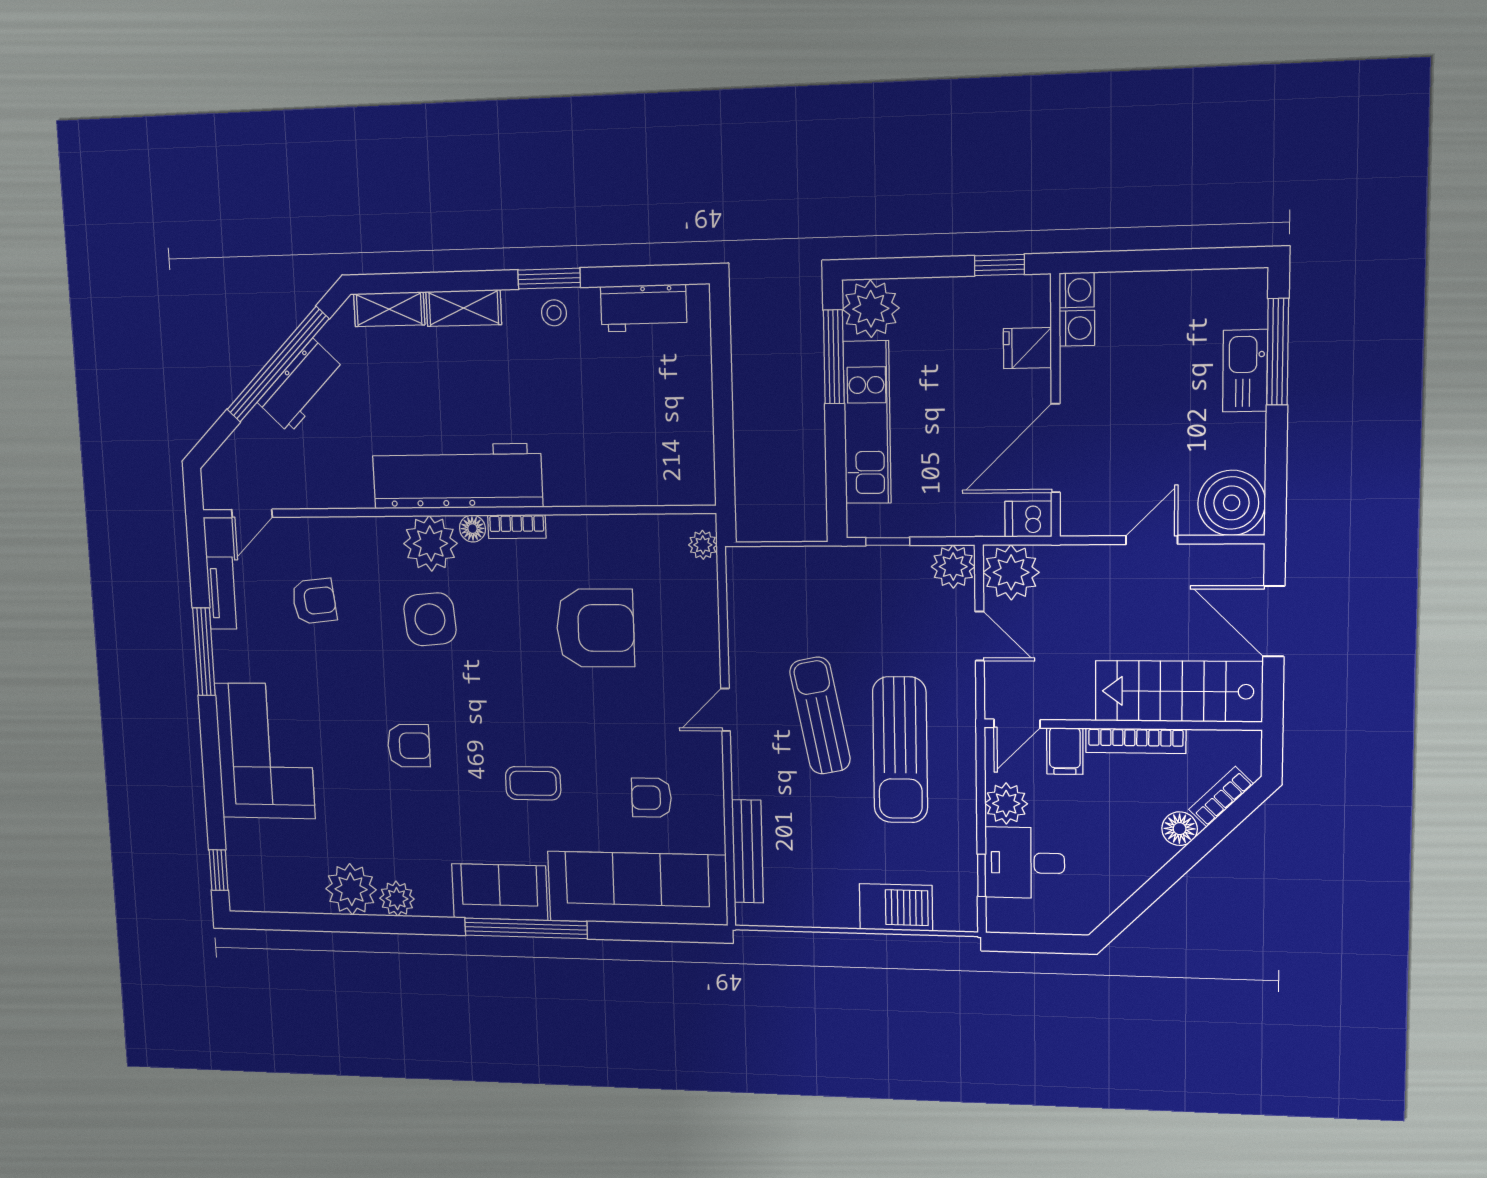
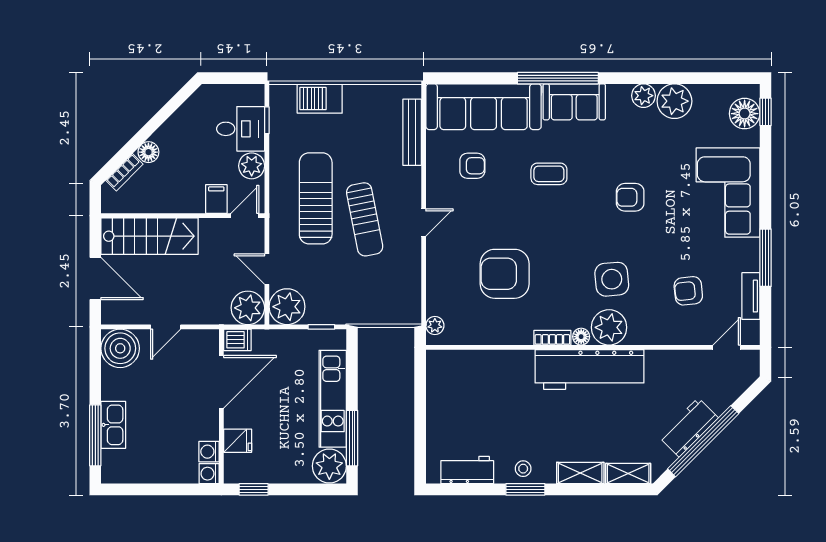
plant: (953, 567) -> (287, 307), width x1.36, depth x1.36
bookcase: (1136, 741) -> (174, 206), removed
floor lamp: (248, 868) -> (745, 114), added

